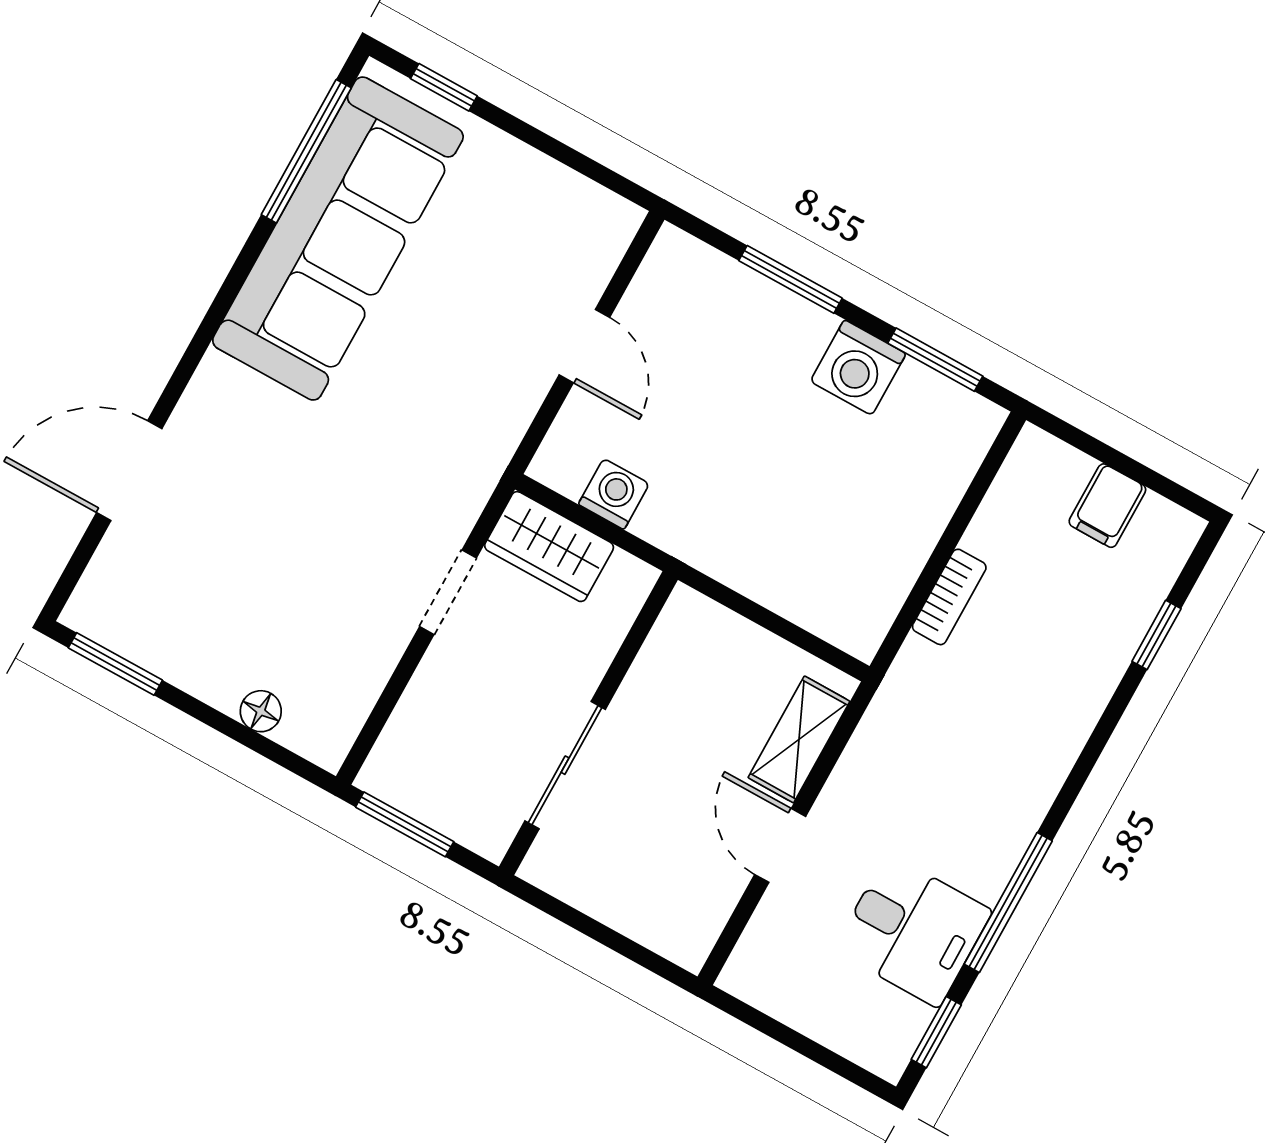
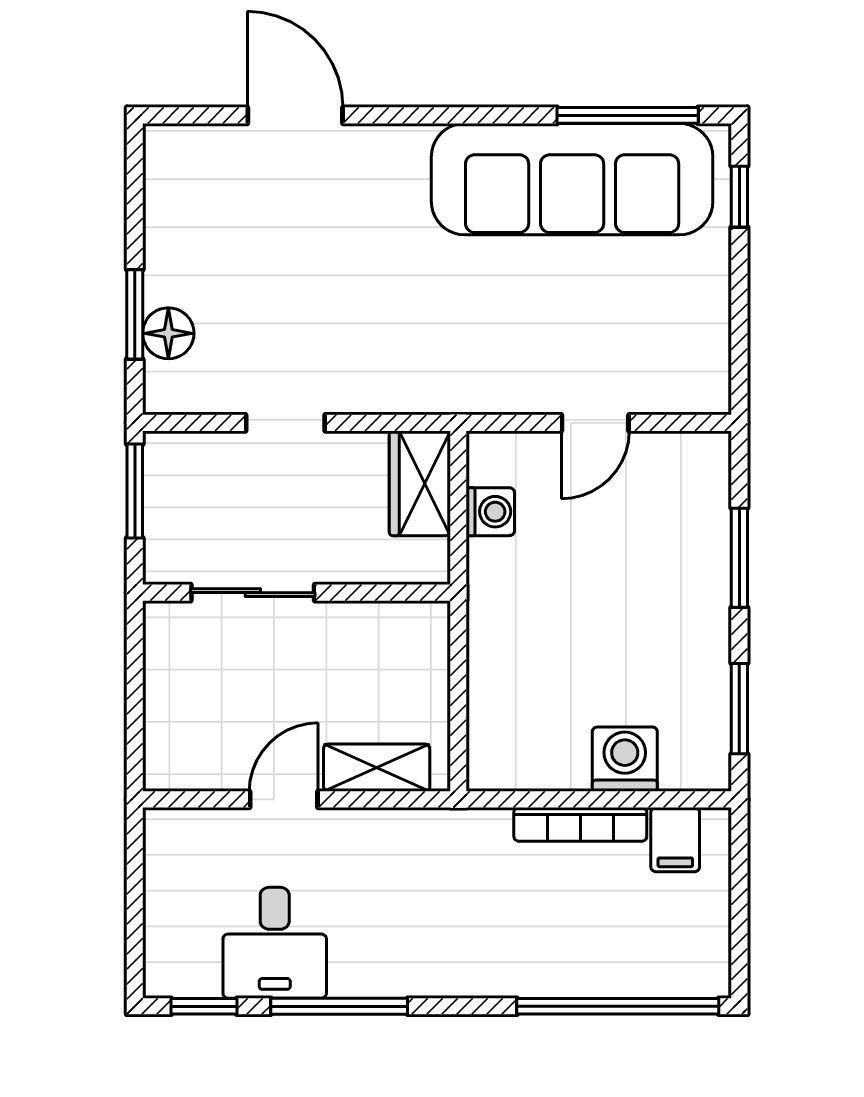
washing machine: (858, 368) -> (625, 759), moved, turned 90
filing cabinet: (1107, 506) -> (675, 840), moved, turned -90
doorway: (448, 592) -> (285, 423), moved
bookcase: (949, 597) -> (580, 824), width x1.56
window: (1156, 635) -> (618, 1006), width x3.17
window: (115, 664) -> (135, 314), moved
floor lamp: (261, 711) -> (168, 333), width x1.37, depth x1.37

